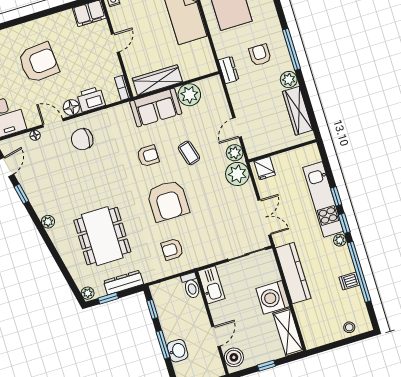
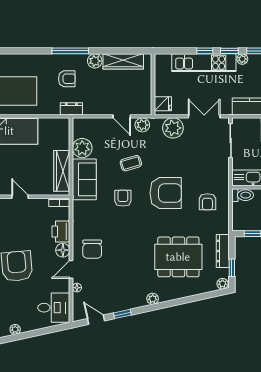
armchair: (260, 55) -> (67, 79), turned 180
plant: (237, 174) -> (173, 128), moved

